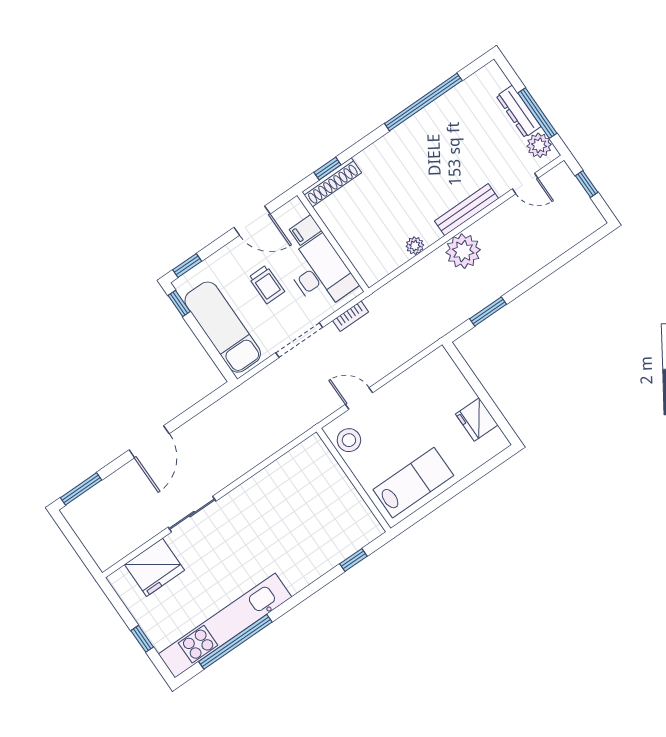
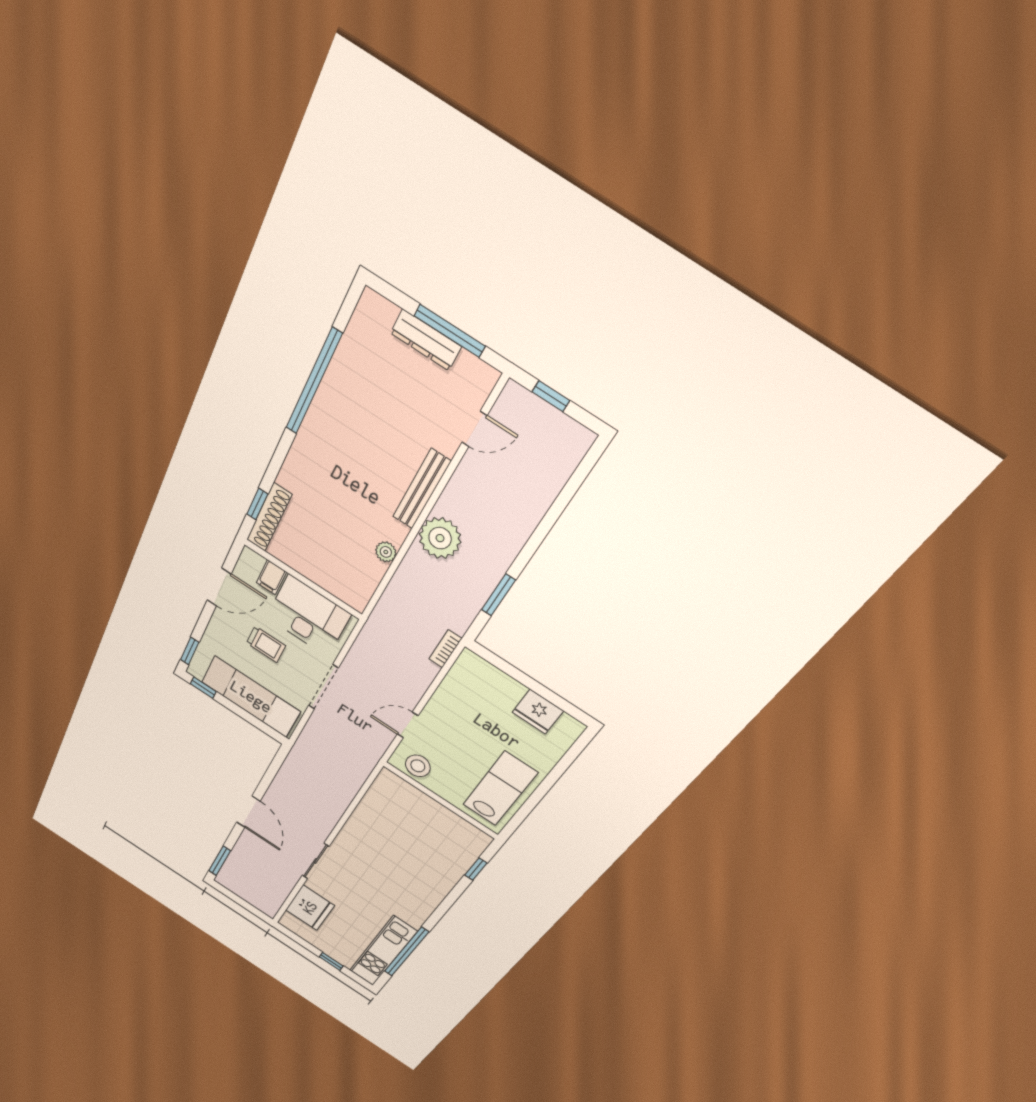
plant: (539, 145) -> (470, 372), removed
bookcase: (351, 316) -> (445, 649), moved, turned 180
kitchen unit: (225, 626) -> (383, 951), width x0.73

